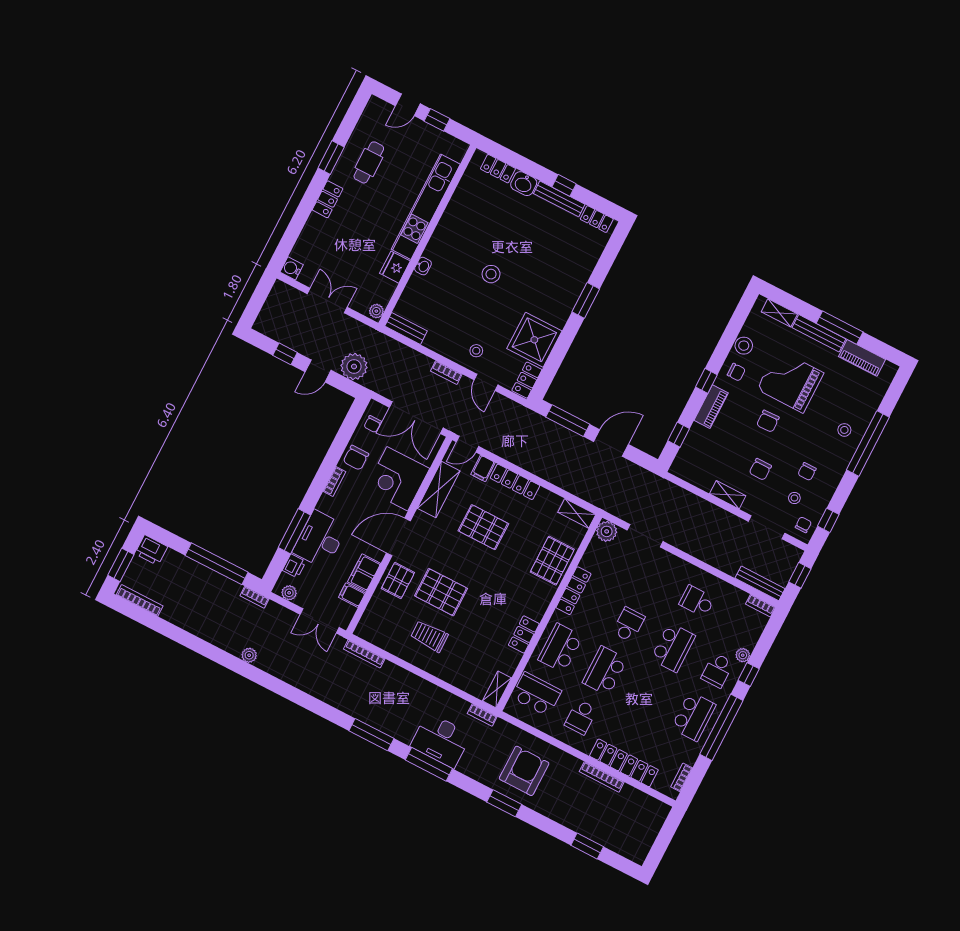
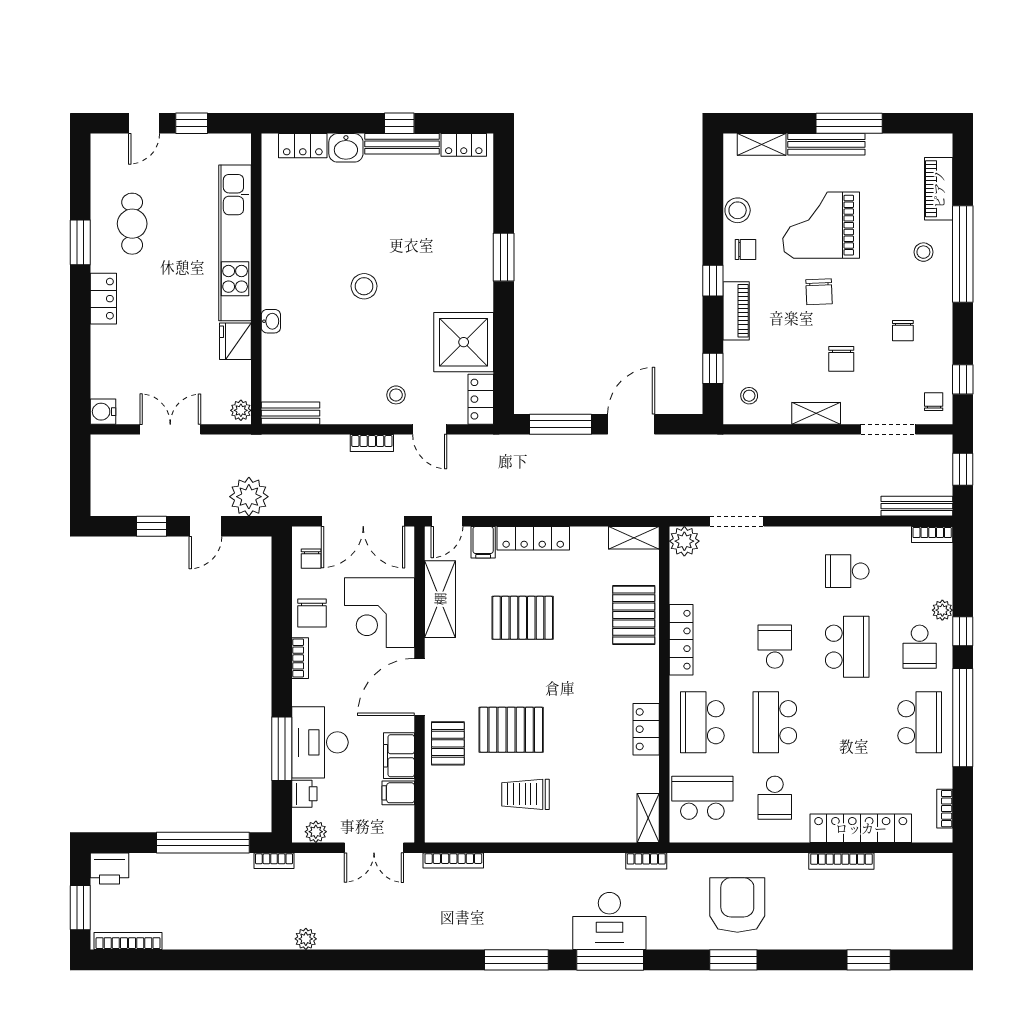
piano: (862, 358) -> (939, 189), moved, turned 90
stool: (794, 498) -> (749, 396), moved

